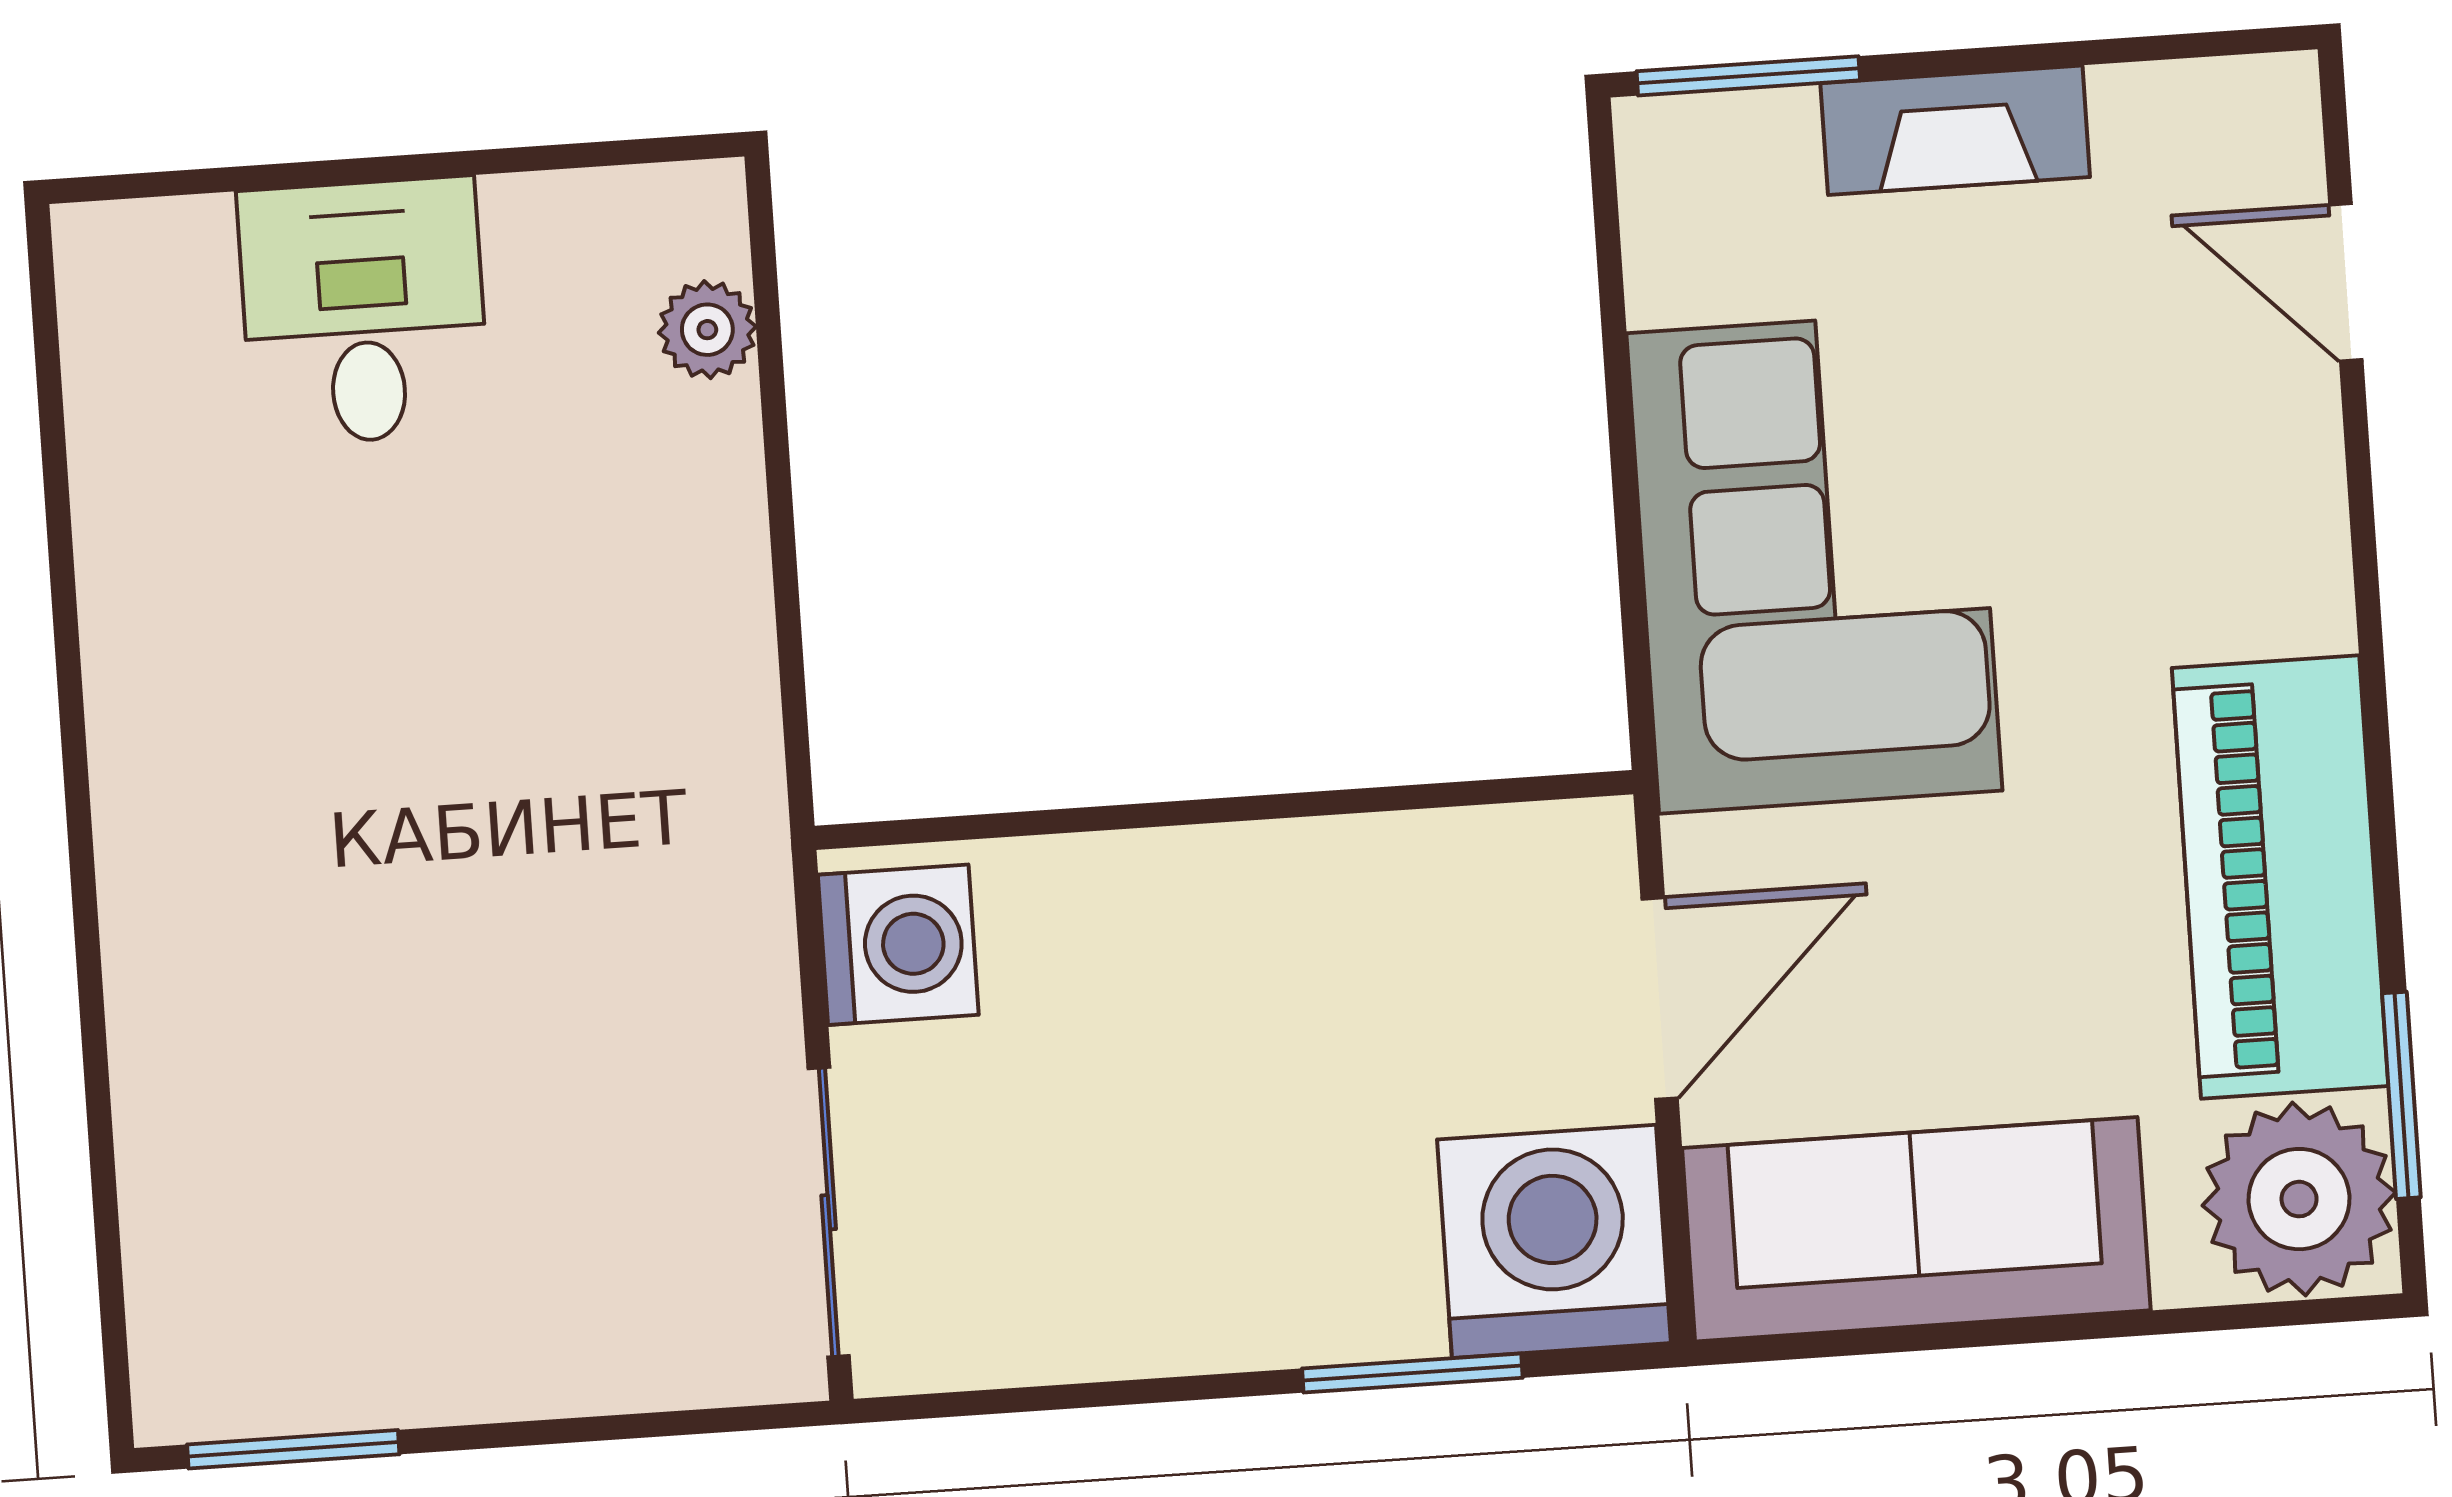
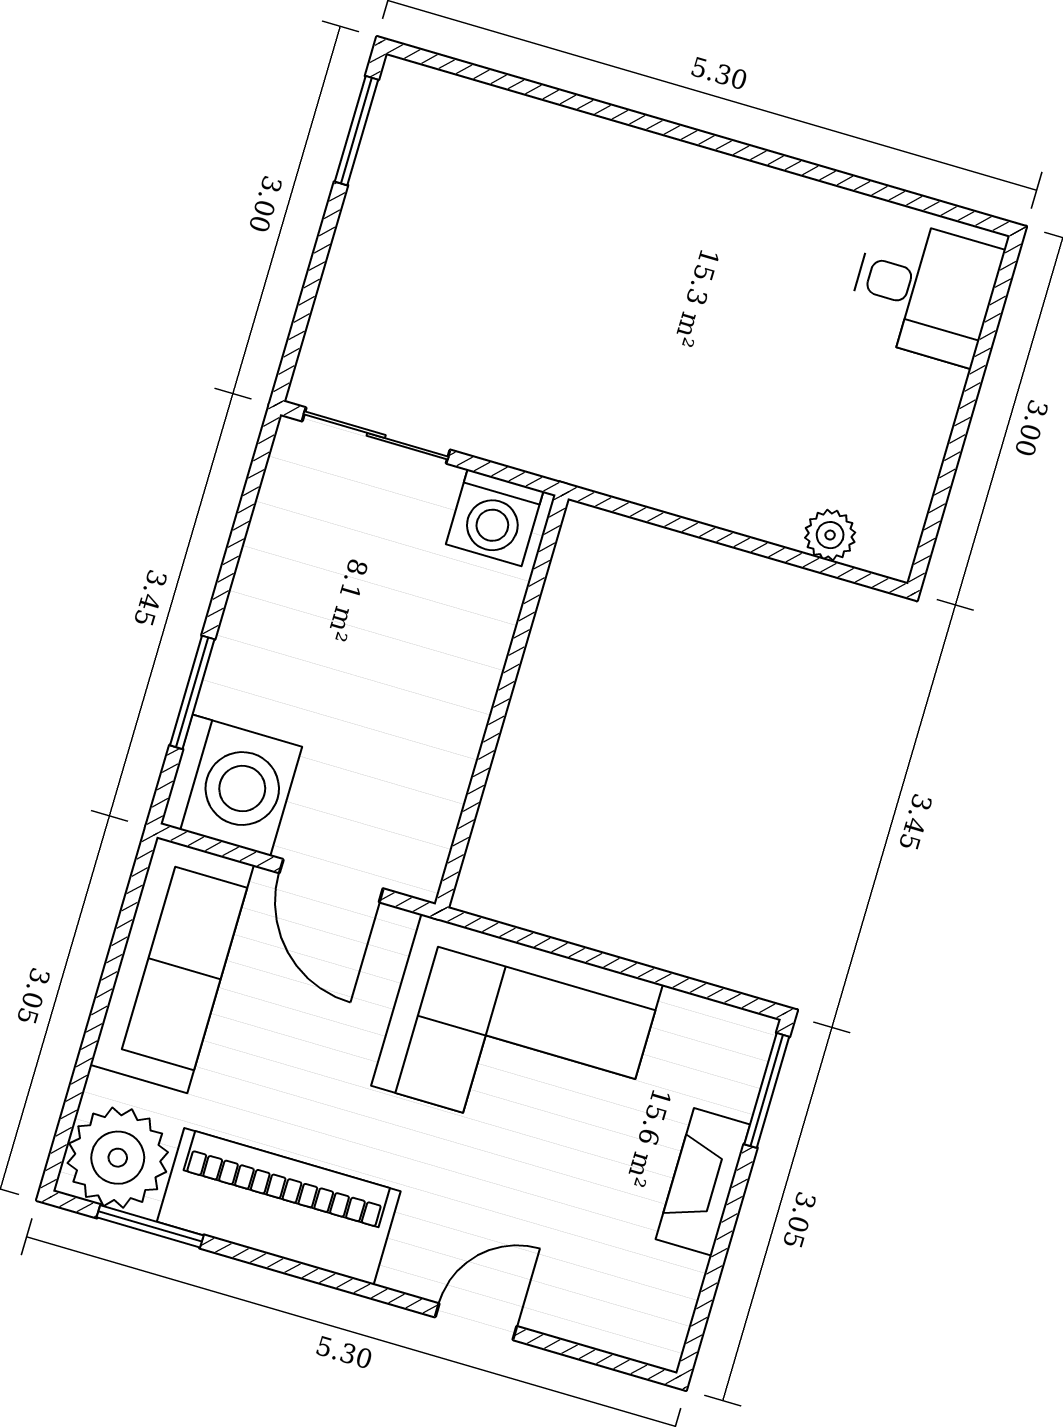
door: (2346, 282) -> (476, 1322), moved
desk: (364, 312) -> (924, 291), moved

